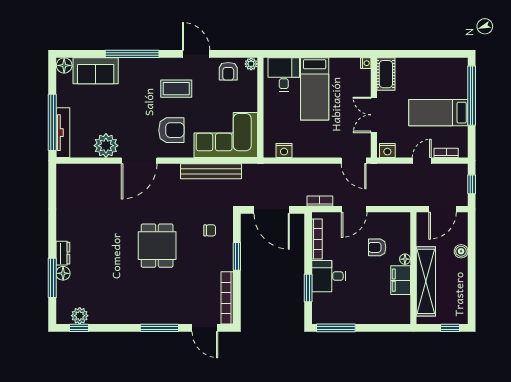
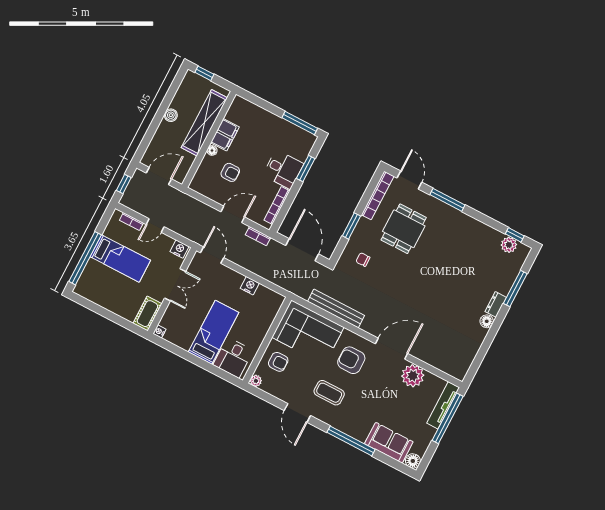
armchair: (228, 71) -> (278, 362), moved, turned 90
nightstand: (284, 150) -> (250, 286), moved
dining table: (157, 246) -> (404, 229), moved
boiler: (461, 251) -> (171, 115), moved
floor lamp: (63, 273) -> (487, 321), moved

